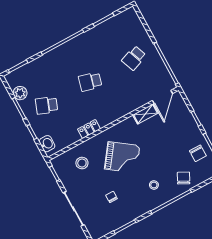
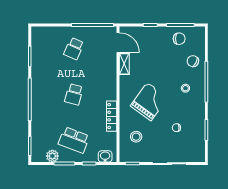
school desk: (134, 58) -> (74, 49), turned 45
school desk: (47, 105) -> (74, 140), width x1.85
locker: (89, 129) -> (112, 116), width x1.53

